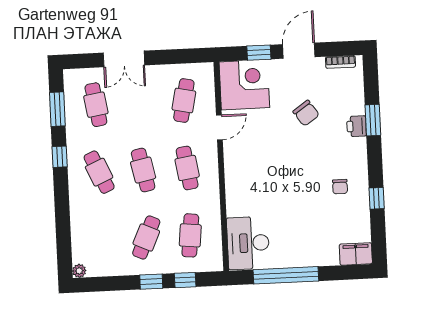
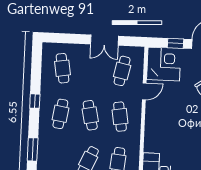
double door: (124, 59) -> (104, 40), moved
window: (57, 109) -> (33, 149), moved
cafe table: (99, 172) -> (60, 114), turned 33

